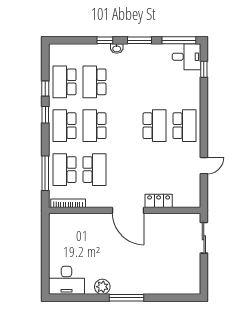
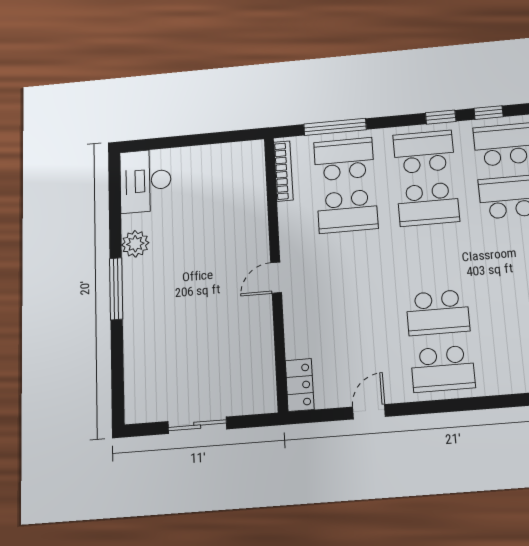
school desk: (95, 126) -> (428, 204), turned 180
door: (204, 166) -> (369, 412), swing flipped
locker: (159, 201) -> (300, 385), moved
door: (128, 210) -> (276, 278), width x0.53
sliding door: (204, 238) -> (197, 425), moved

